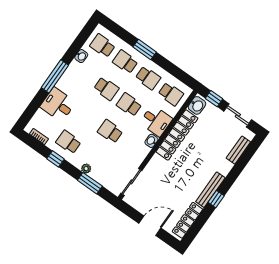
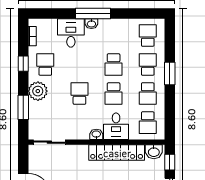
washbasin: (81, 56) -> (91, 24), moved
school desk: (129, 105) -> (114, 94), turned 180
plant: (86, 169) -> (38, 91), width x1.88, depth x1.88

